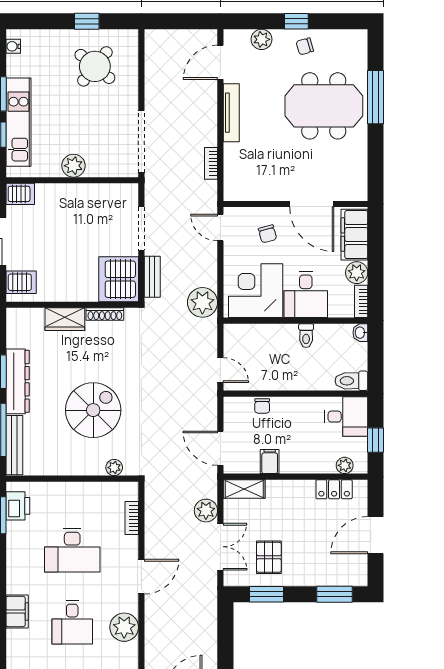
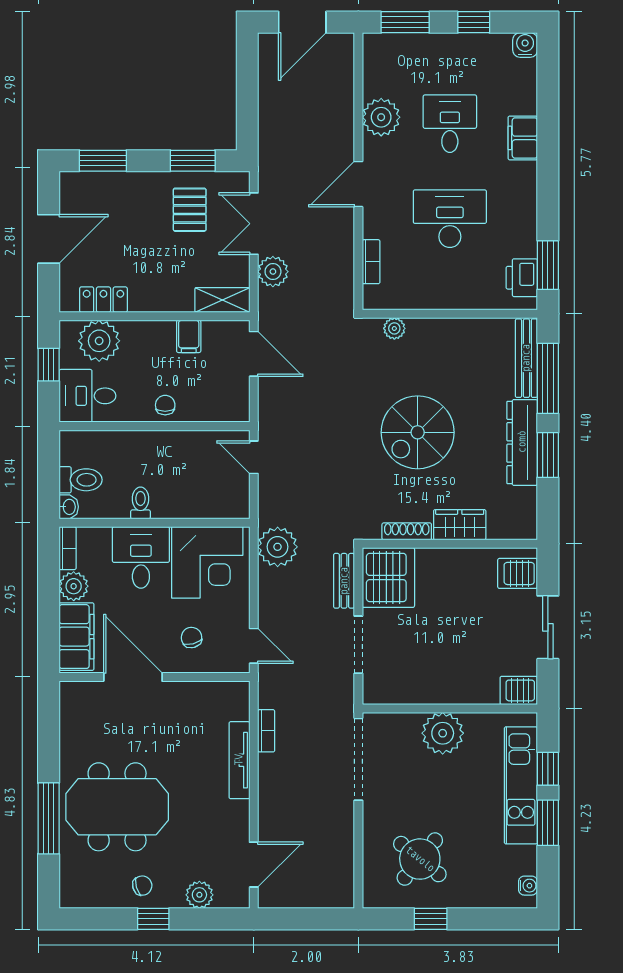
tv unit: (231, 113) -> (239, 760), moved
plant: (73, 166) -> (443, 733), width x1.36, depth x1.36
toilet: (351, 381) -> (81, 480), moved
chair: (262, 406) -> (165, 405), moved
spiral stairs: (93, 410) -> (418, 432), moved
plant: (345, 465) -> (99, 341), width x1.87, depth x1.87

